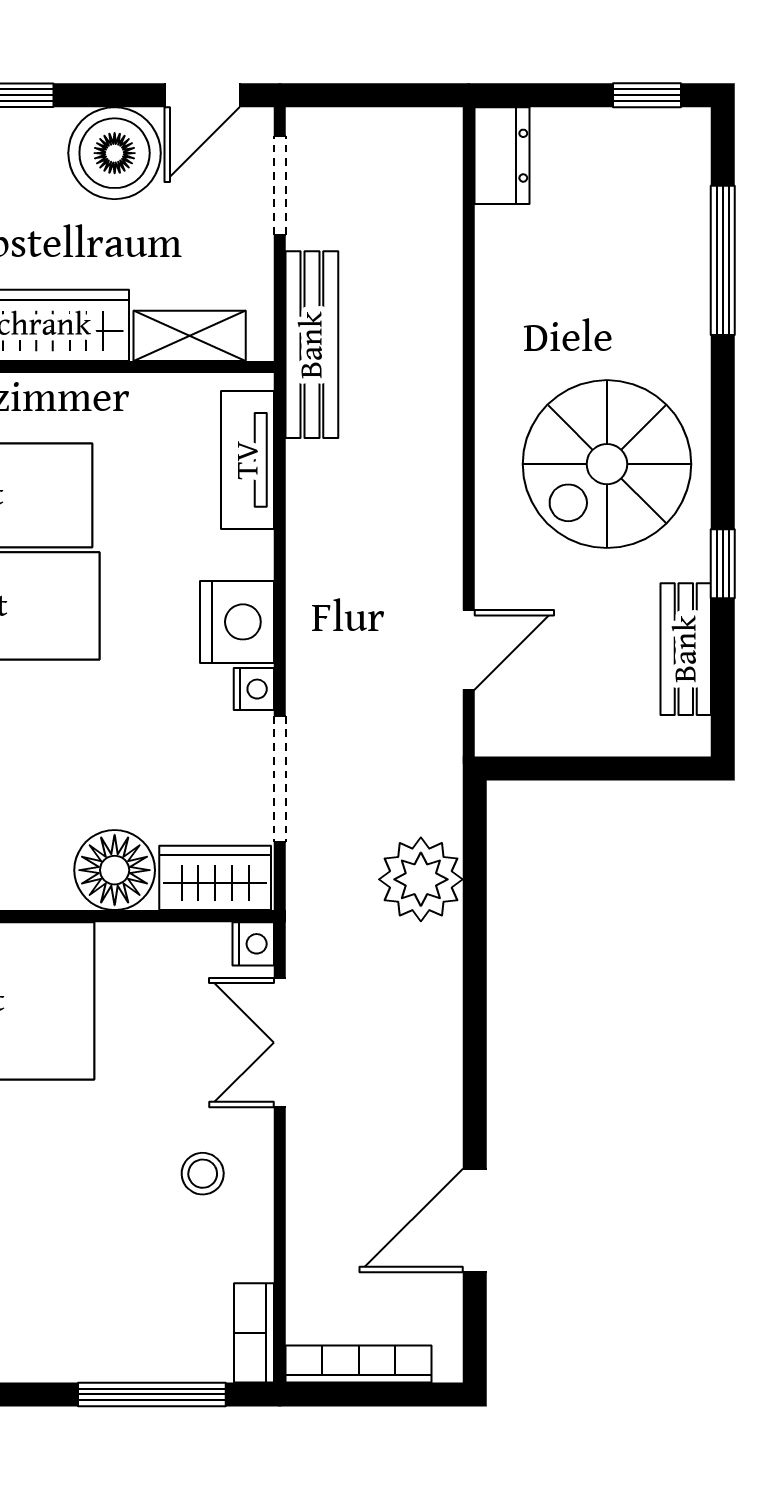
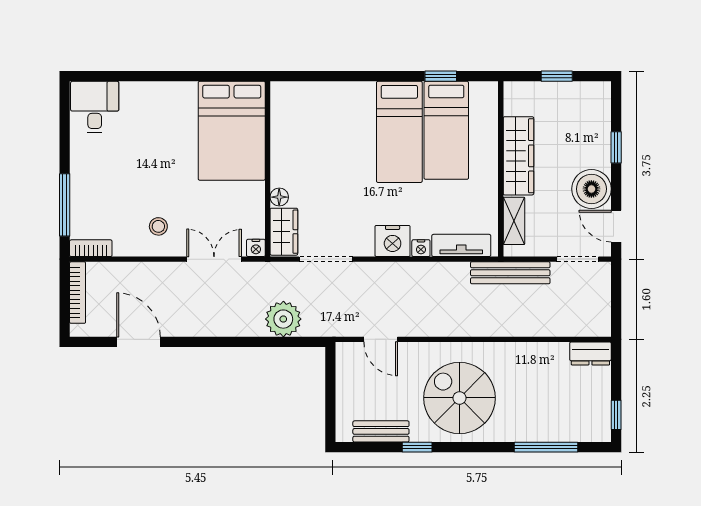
nightstand: (254, 689) -> (421, 248), moved
floor lamp: (115, 870) -> (279, 197), width x0.53, depth x0.53

